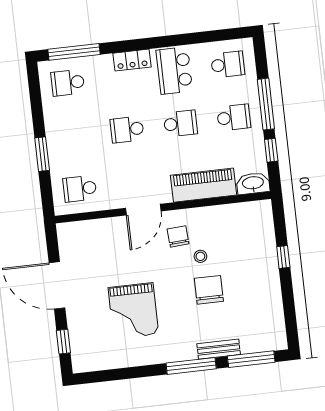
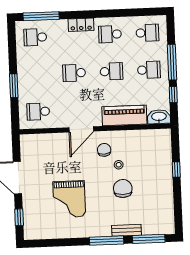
school desk: (174, 71) -> (110, 34), width x0.54

